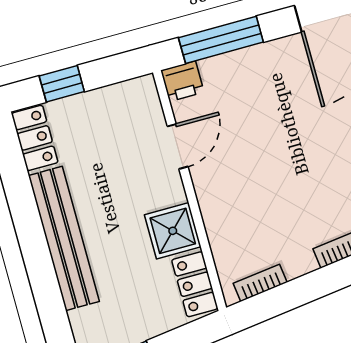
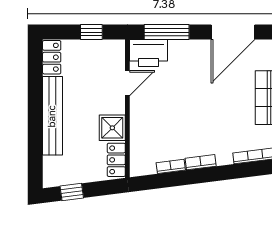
printer: (182, 81) -> (148, 53), width x1.87, depth x1.48
window: (62, 84) -> (91, 32), moved
bookcase: (260, 283) -> (171, 166), moved

